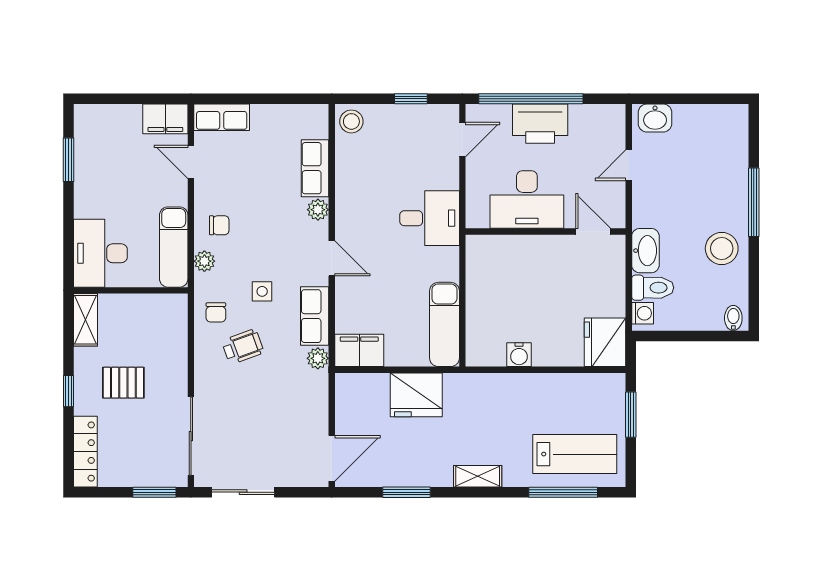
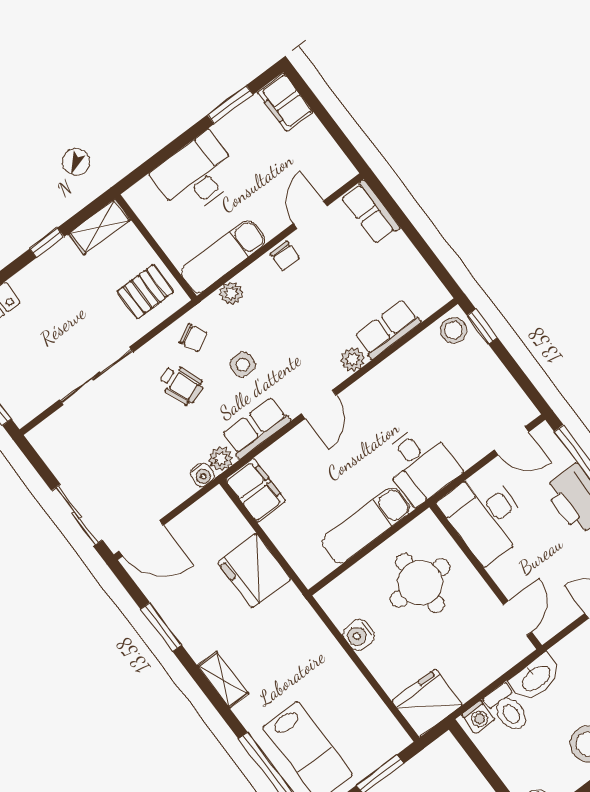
window: (411, 99) -> (482, 327), moved
filing cabinet: (165, 119) -> (285, 102), moved
desk: (527, 199) -> (485, 516), moved
chair: (219, 225) -> (285, 256), moved
desk: (100, 253) -> (196, 175), moved
round table: (515, 282) -> (420, 583), added
chair: (216, 312) -> (193, 338), turned -115
exam couch: (444, 324) -> (366, 526), moved
water cooler: (319, 380) -> (202, 475), added
pallet: (123, 383) -> (145, 292), moved, turned 90
window: (68, 391) -> (47, 243), moved
sliding door: (191, 436) -> (96, 376), moved
sliding door: (243, 492) -> (77, 515), moved

